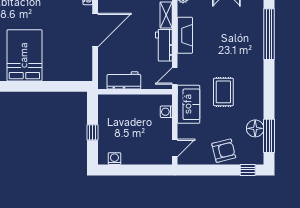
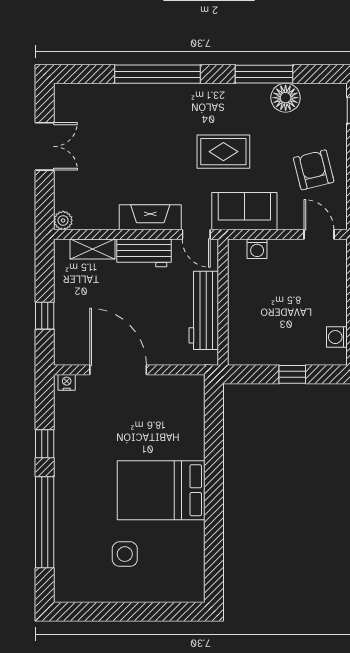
window: (269, 34) -> (158, 74), moved
fireplace: (185, 35) -> (150, 217), moved
workbench: (124, 80) -> (204, 310), width x1.38
window: (269, 136) -> (264, 74), moved
armchair: (224, 151) -> (314, 170), moved

